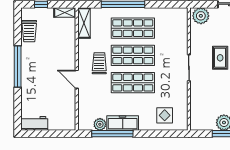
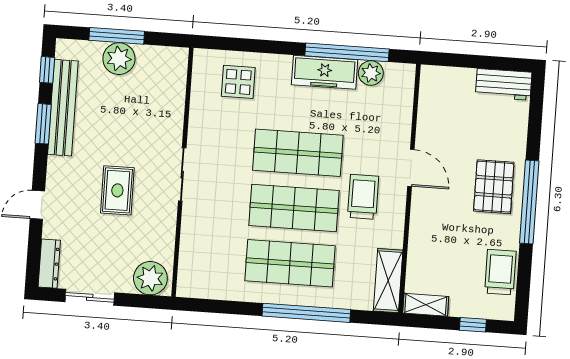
trolley: (99, 63) -> (363, 197), turned 180
pallet: (35, 73) -> (494, 187), added

